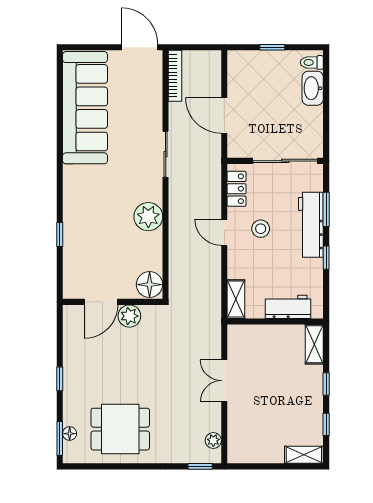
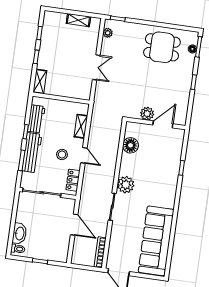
plant: (148, 217) -> (126, 185), moved
floor lamp: (150, 285) -> (131, 145), moved
shelving: (236, 299) -> (81, 126), moved
workbench: (288, 307) -> (36, 119), moved, turned -90
shelving: (304, 455) -> (78, 20), moved

